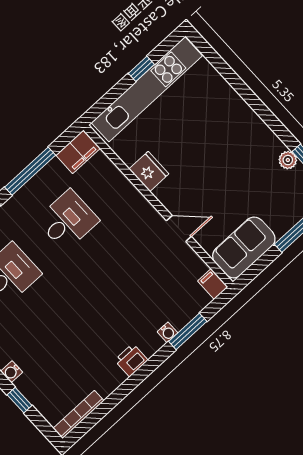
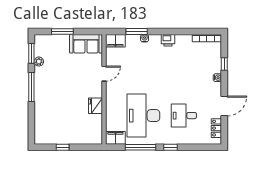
kitchen unit: (147, 89) -> (68, 138), removed
window: (265, 114) -> (31, 87), added
desk: (68, 220) -> (143, 116), width x1.87, depth x1.30
door: (179, 229) -> (104, 74), swing flipped
filing cabinet: (213, 284) -> (115, 41), width x2.00

